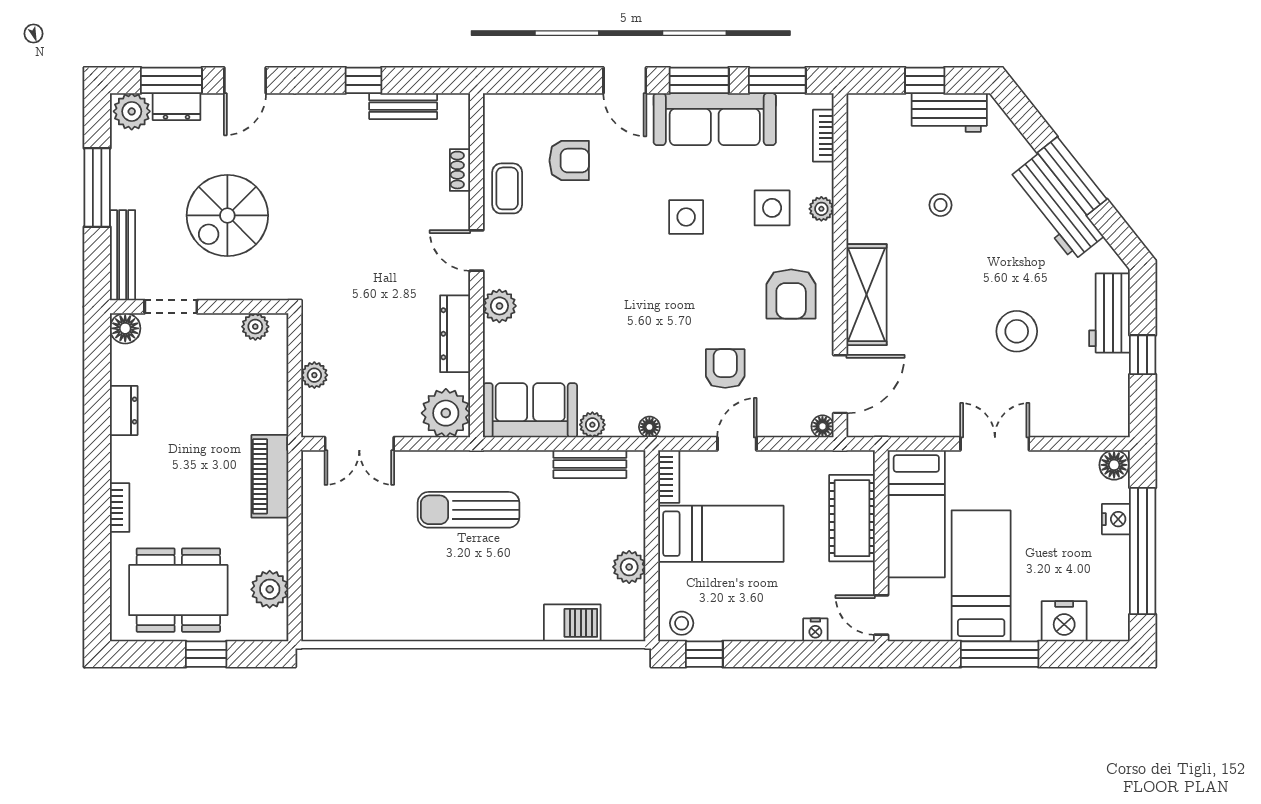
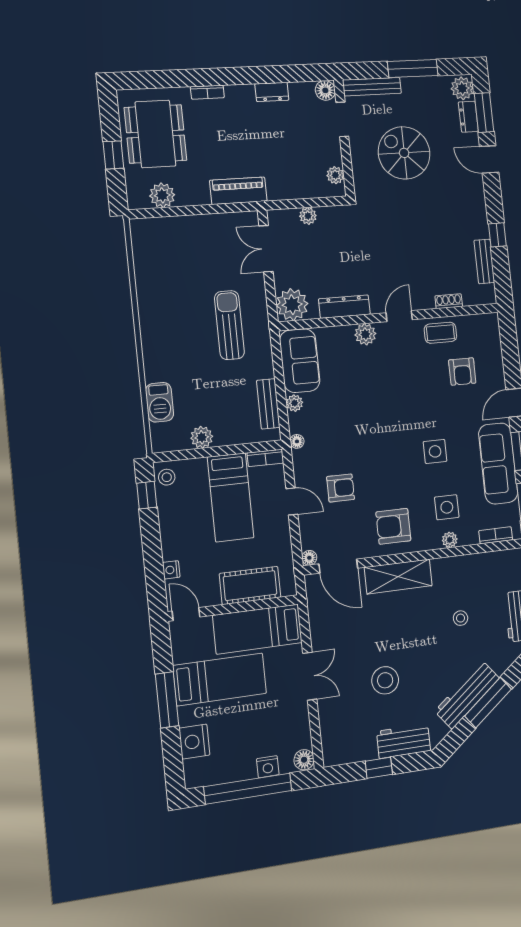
door: (881, 615) -> (186, 614), hinge flipped

